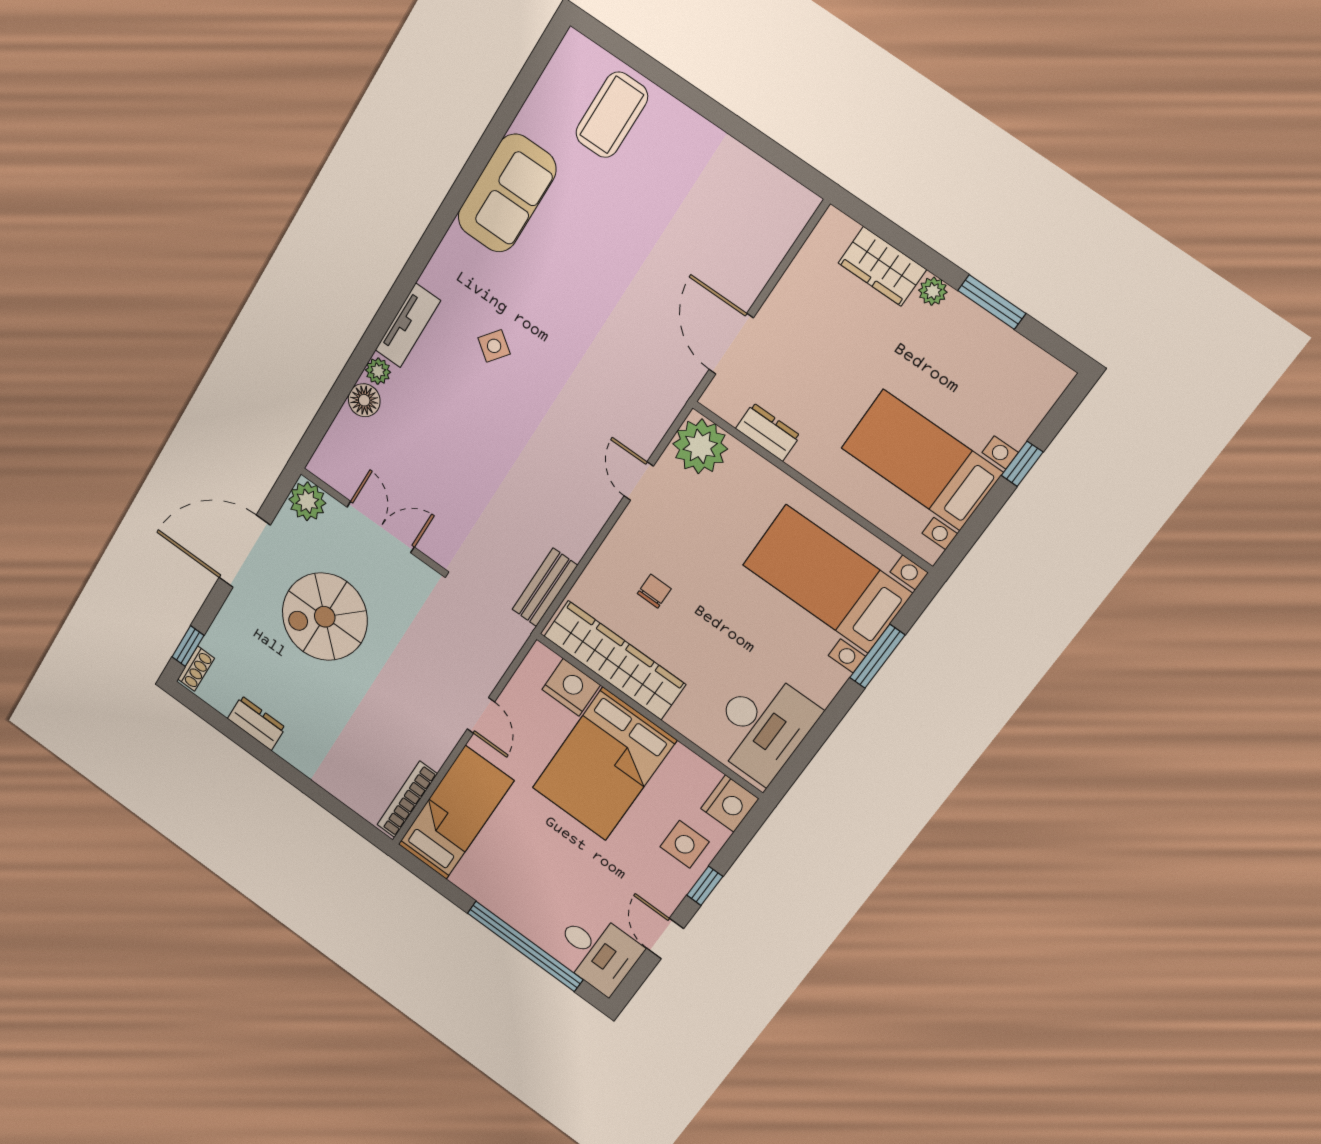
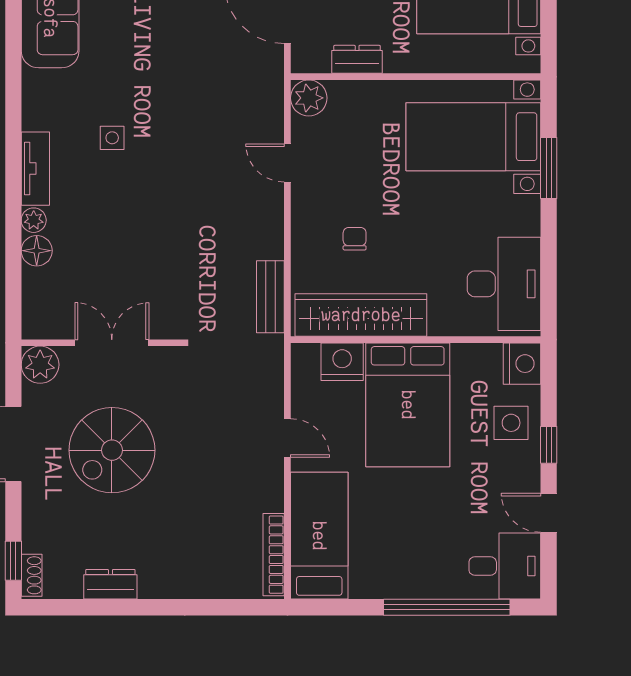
side table: (494, 346) -> (112, 138), turned -37
plant: (700, 446) -> (309, 98), width x0.73, depth x0.73

